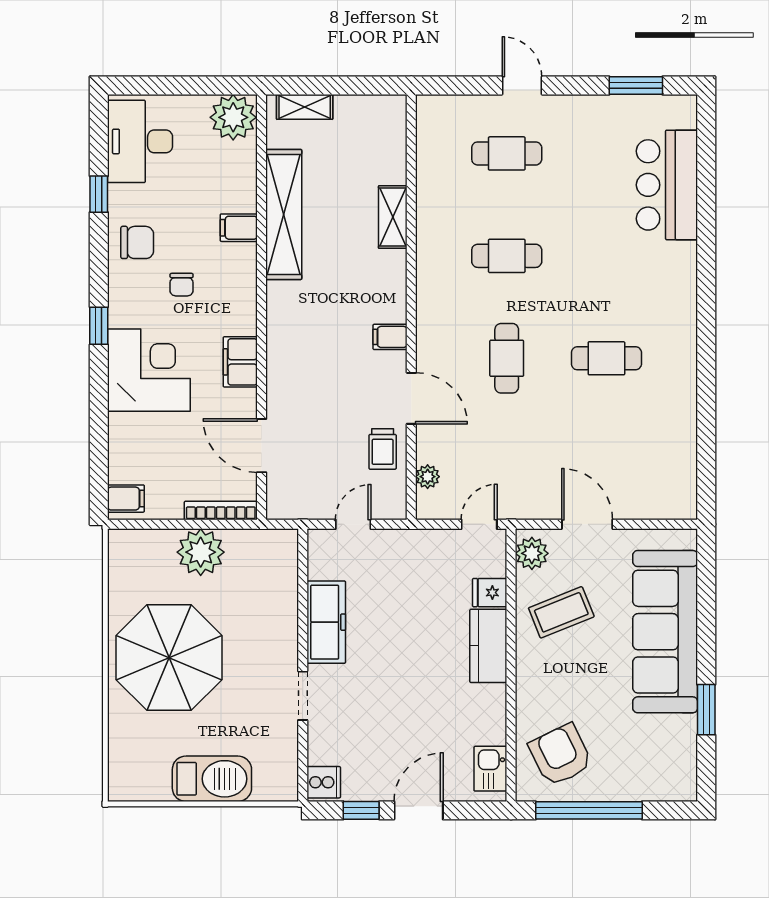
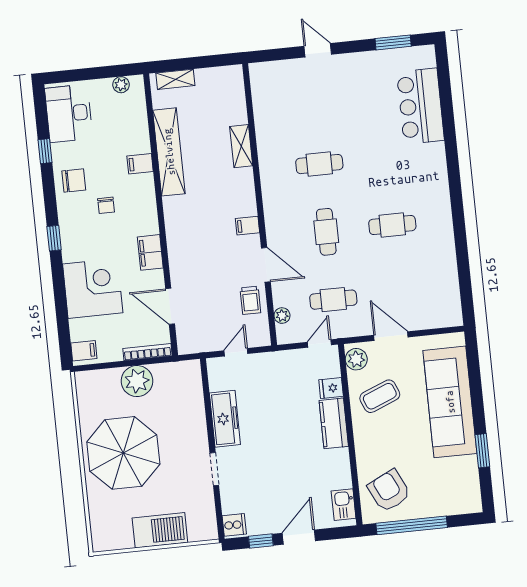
plant: (233, 117) -> (121, 85), width x0.53, depth x0.53
cafe table: (507, 153) -> (333, 300), moved
corner desk: (149, 370) -> (93, 288), moved

